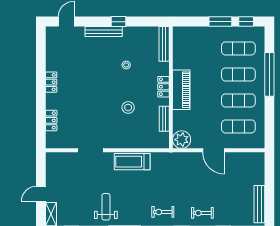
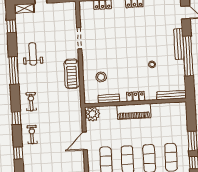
window: (118, 22) -> (188, 56), width x3.17
stool: (128, 107) -> (101, 77), moved
treadmill: (132, 162) -> (72, 74), turned 180
weight bench: (106, 207) -> (33, 54), turned -90

